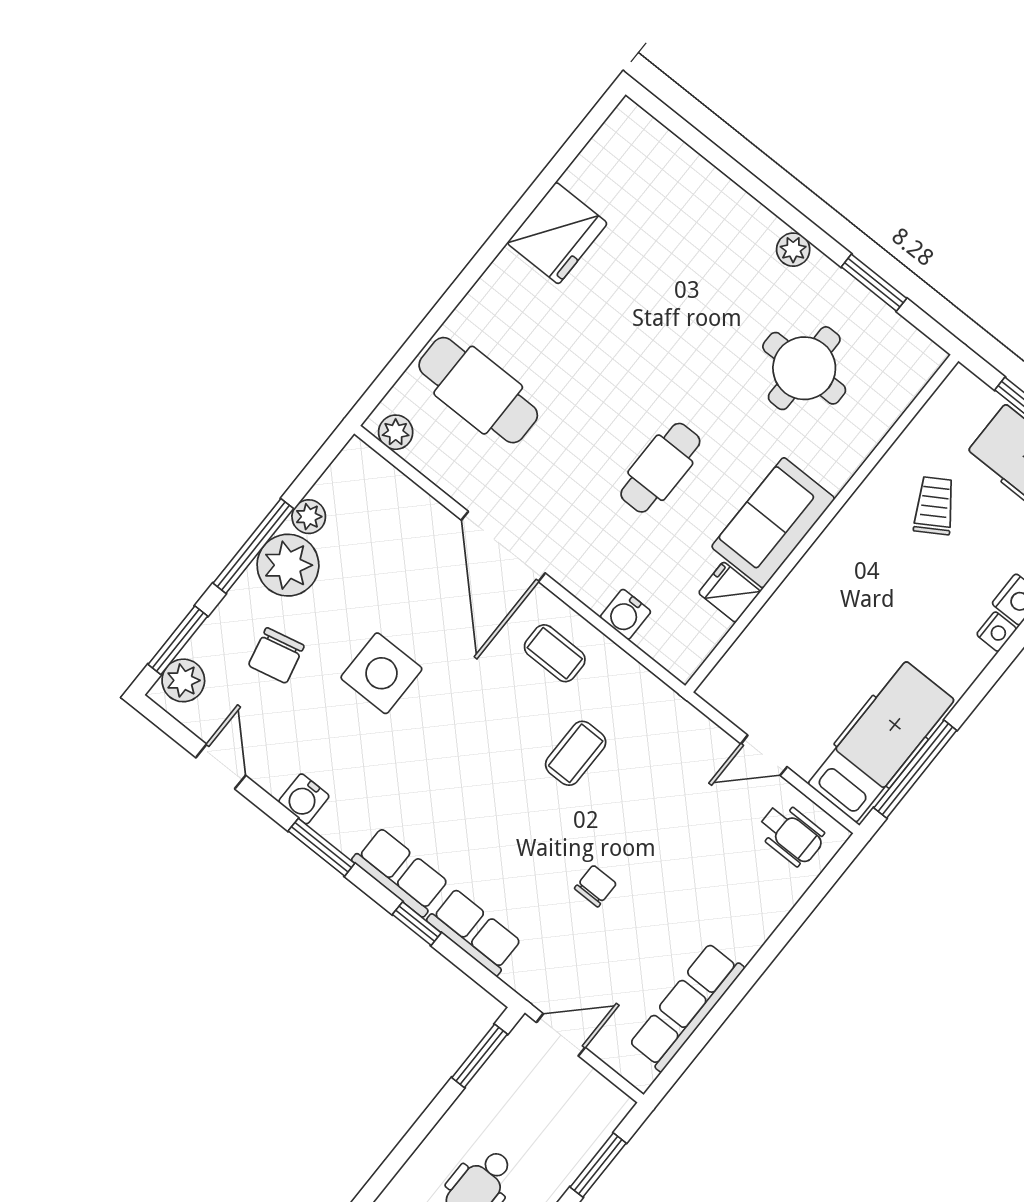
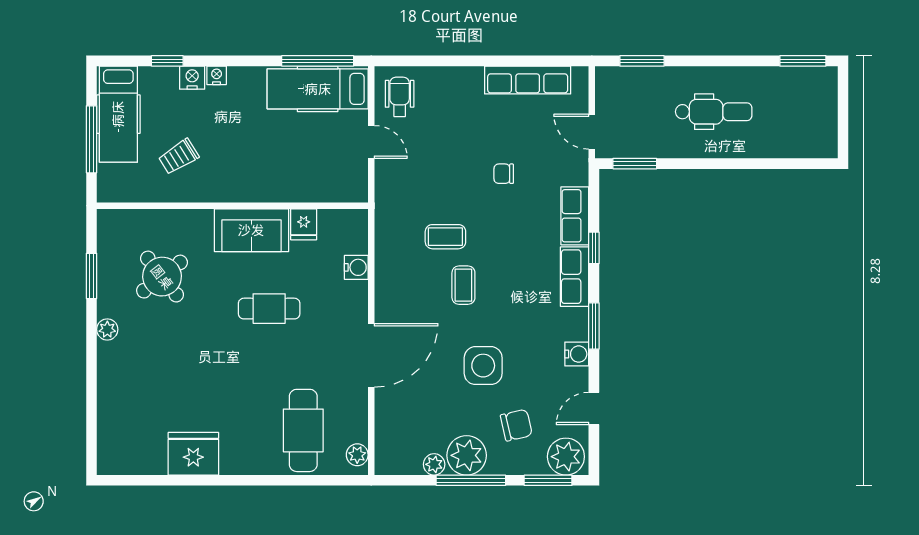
round table: (804, 368) -> (162, 277), turned -38
coffee table: (555, 653) -> (463, 285), moved
plant: (183, 680) -> (566, 457), width x1.36, depth x1.36

